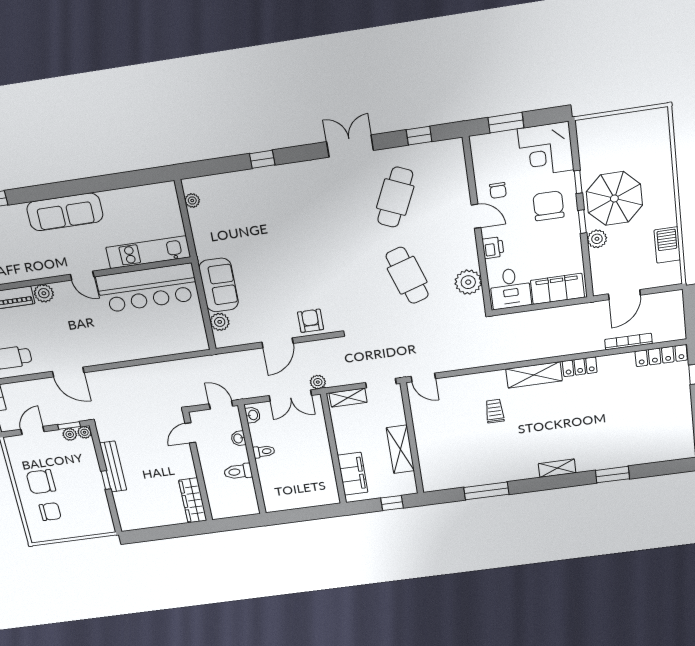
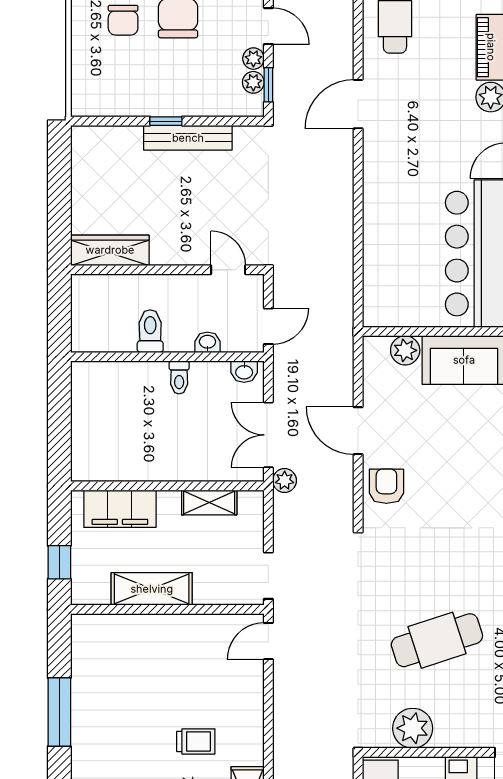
armchair: (311, 321) -> (386, 486), turned -90
shelving: (348, 398) -> (209, 502), moved, turned 90
plant: (84, 432) -> (253, 59), moved

